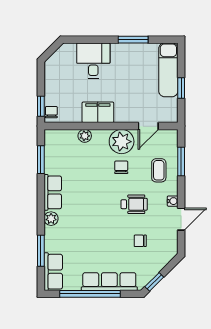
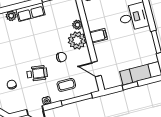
filing cabinet: (98, 112) -> (98, 36), width x0.50
plant: (122, 142) -> (77, 40), moved
window: (181, 162) -> (77, 99), width x1.44
wheelchair: (134, 204) -> (37, 73), turned -83

